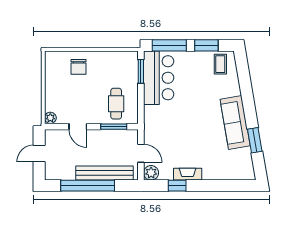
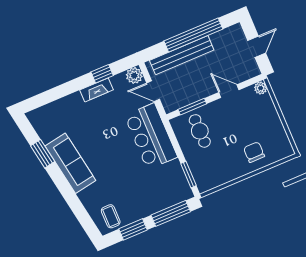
bar counter: (159, 78) -> (151, 136), moved

